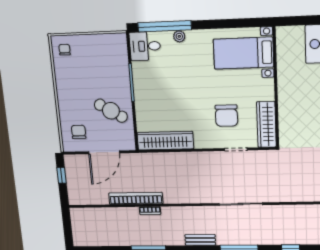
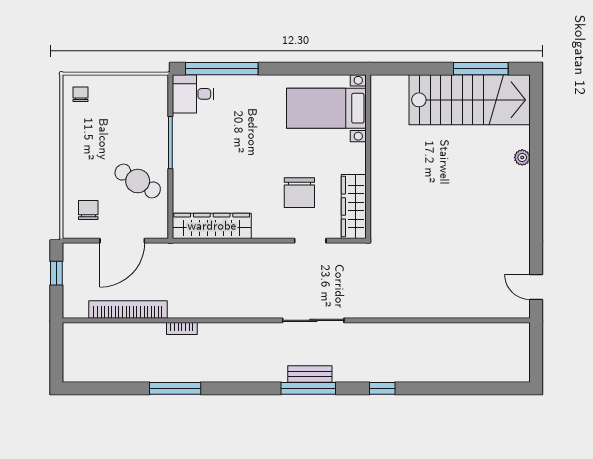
plant: (179, 36) -> (241, 83), removed
bookcase: (136, 198) -> (128, 310), moved
bench: (200, 240) -> (310, 374), moved

